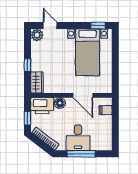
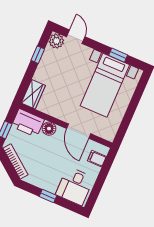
window: (98, 26) -> (118, 55), moved
window: (27, 65) -> (38, 55), moved
desk: (78, 138) -> (75, 186), moved
window: (81, 154) -> (48, 196), width x0.46

